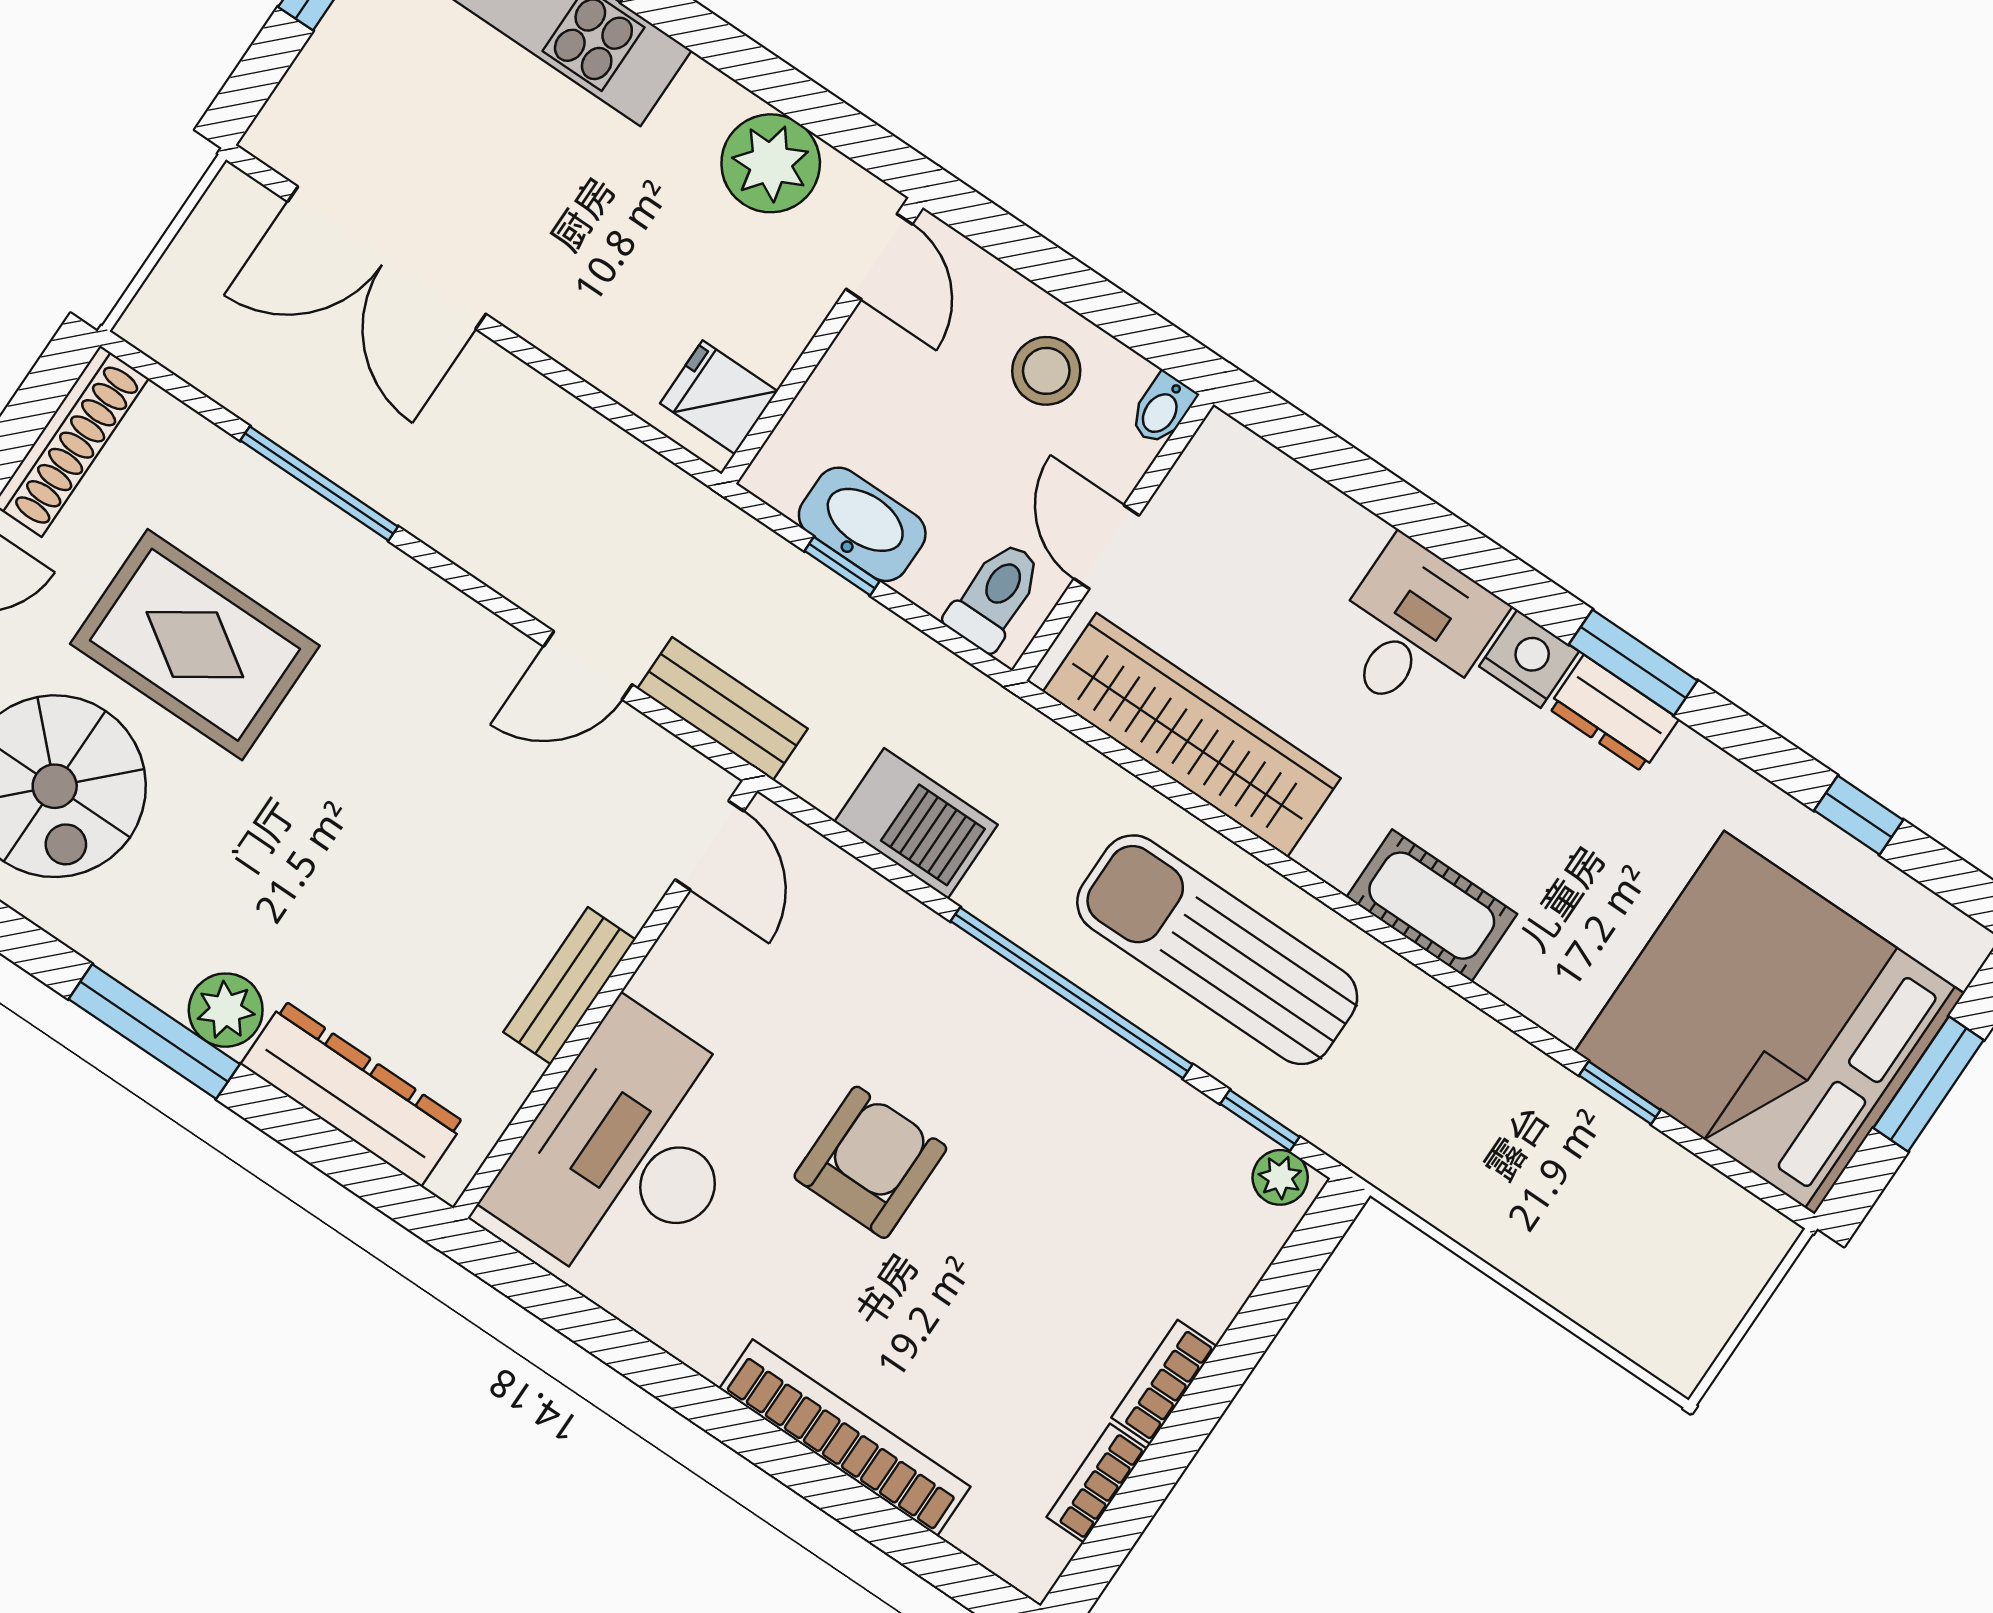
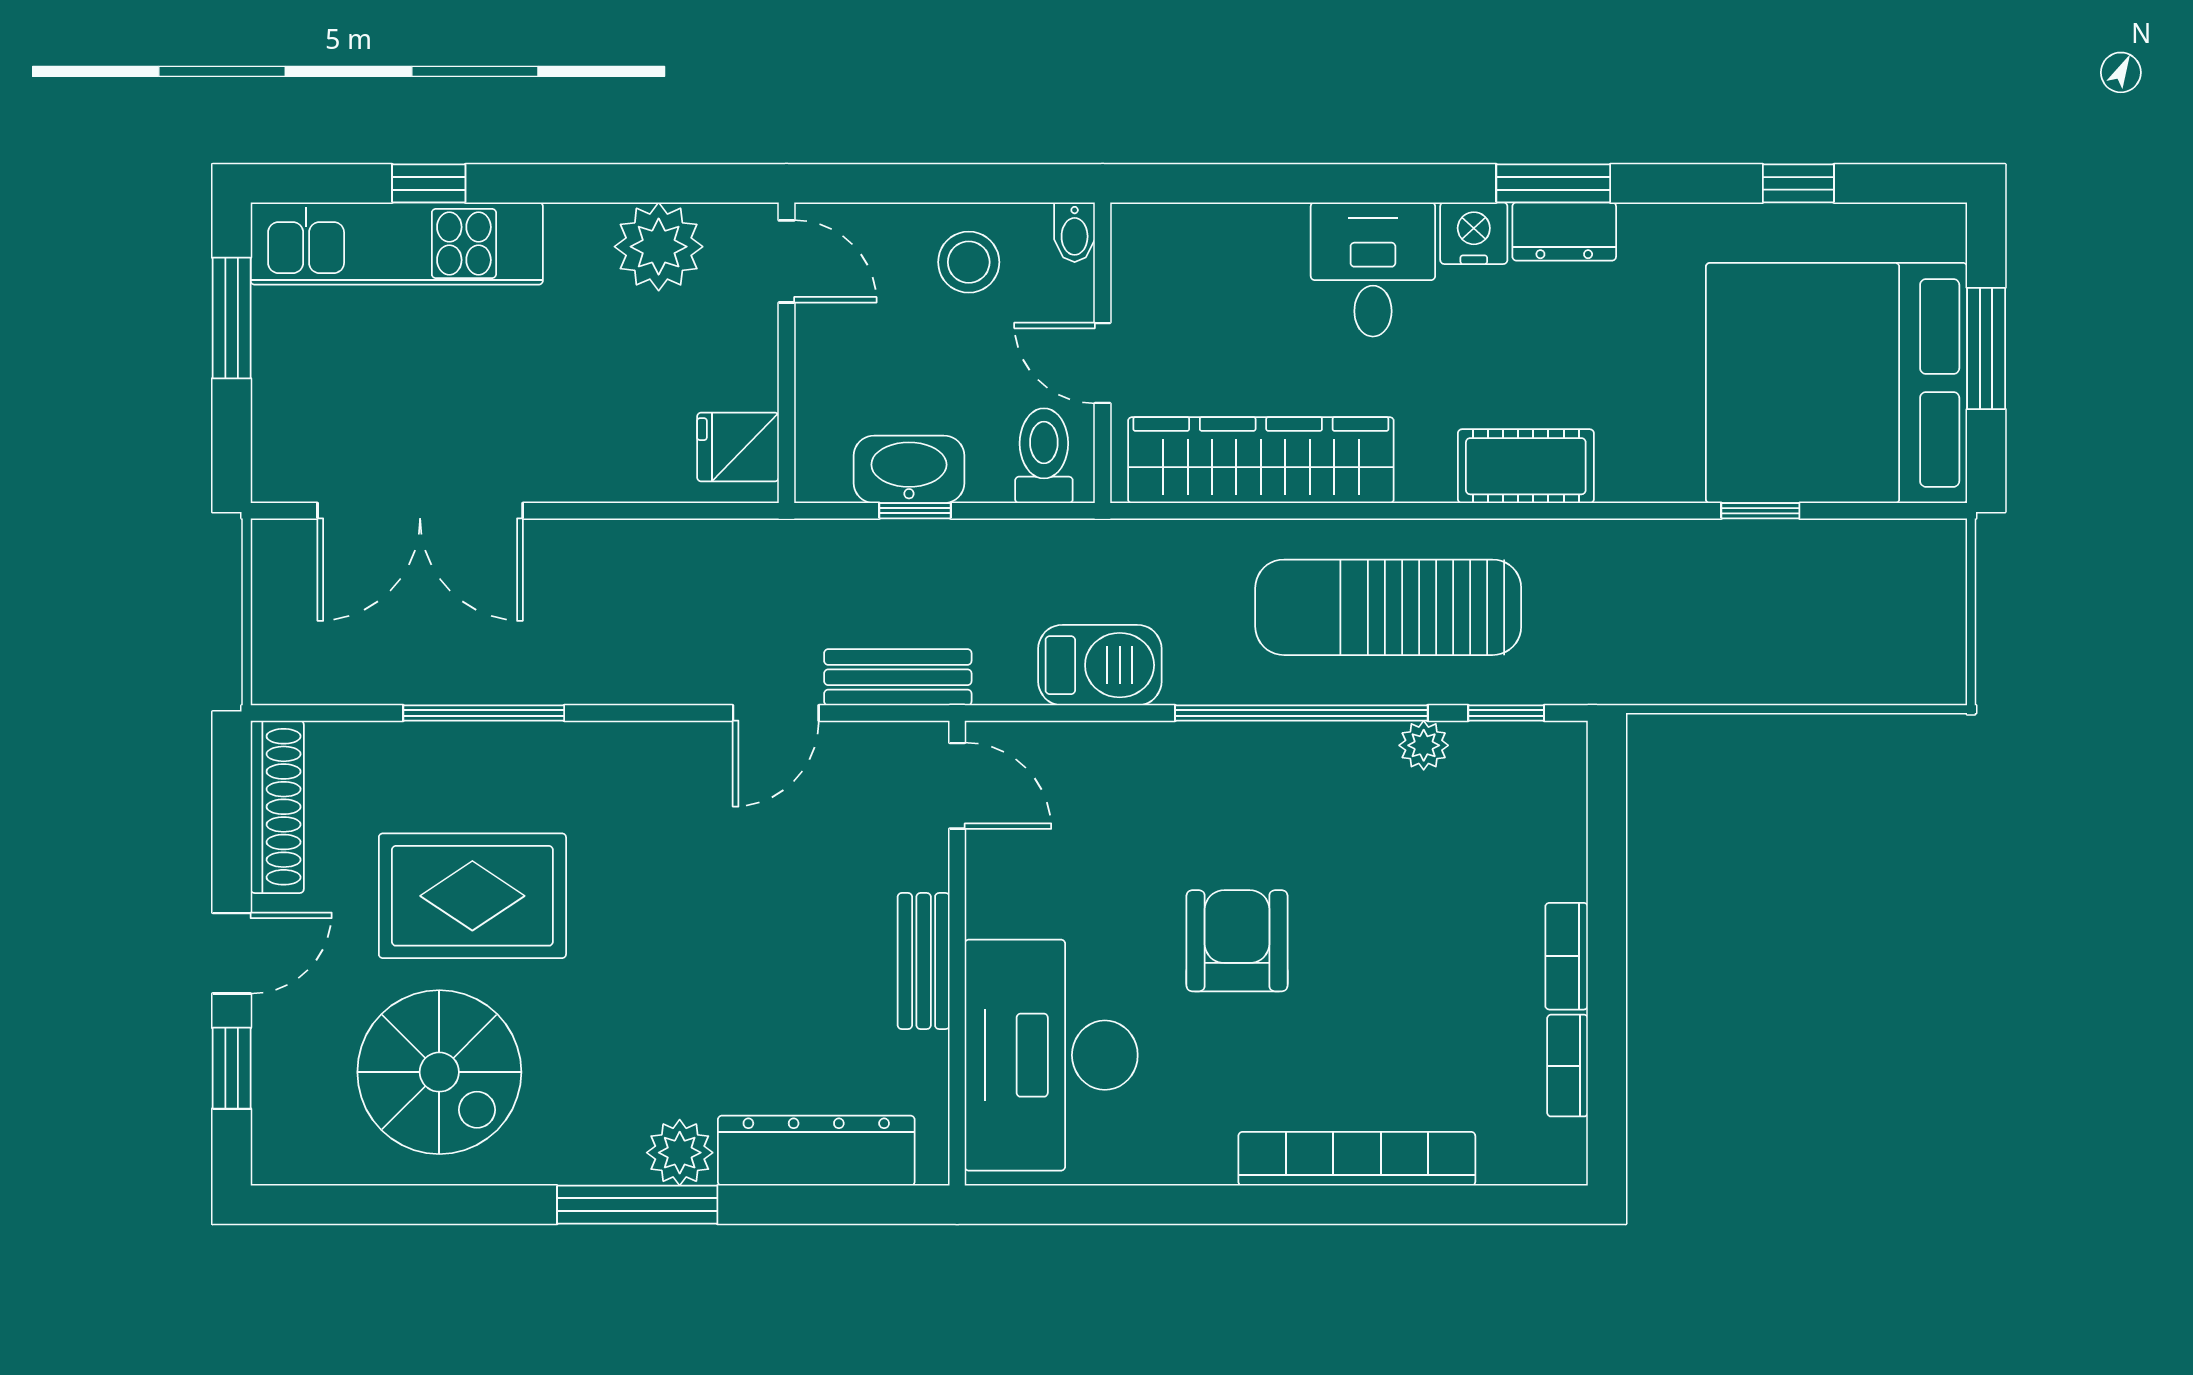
plant: (1280, 1177) -> (1424, 745), moved

